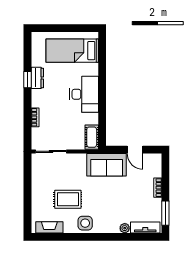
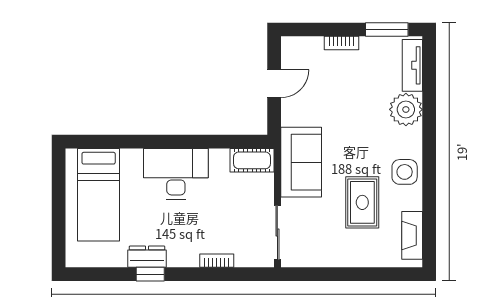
sofa: (107, 165) -> (301, 162), moved
plant: (125, 228) -> (406, 109), width x1.88, depth x1.88

